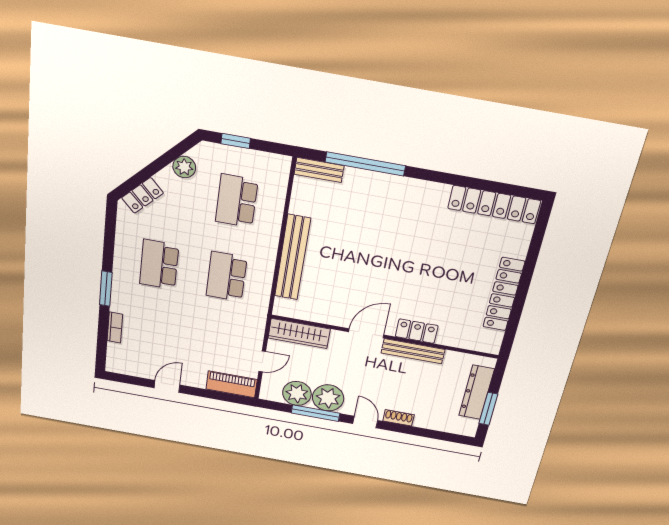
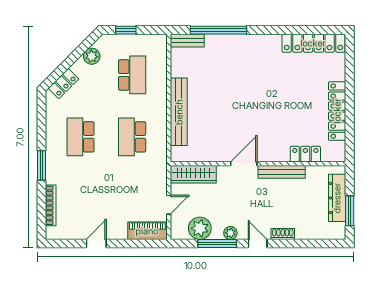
school desk: (237, 201) -> (132, 75), turned 180
bookcase: (115, 327) -> (51, 205), width x1.56
locker: (417, 331) -> (305, 154), moved
plant: (328, 398) -> (230, 233), width x0.53, depth x0.53

